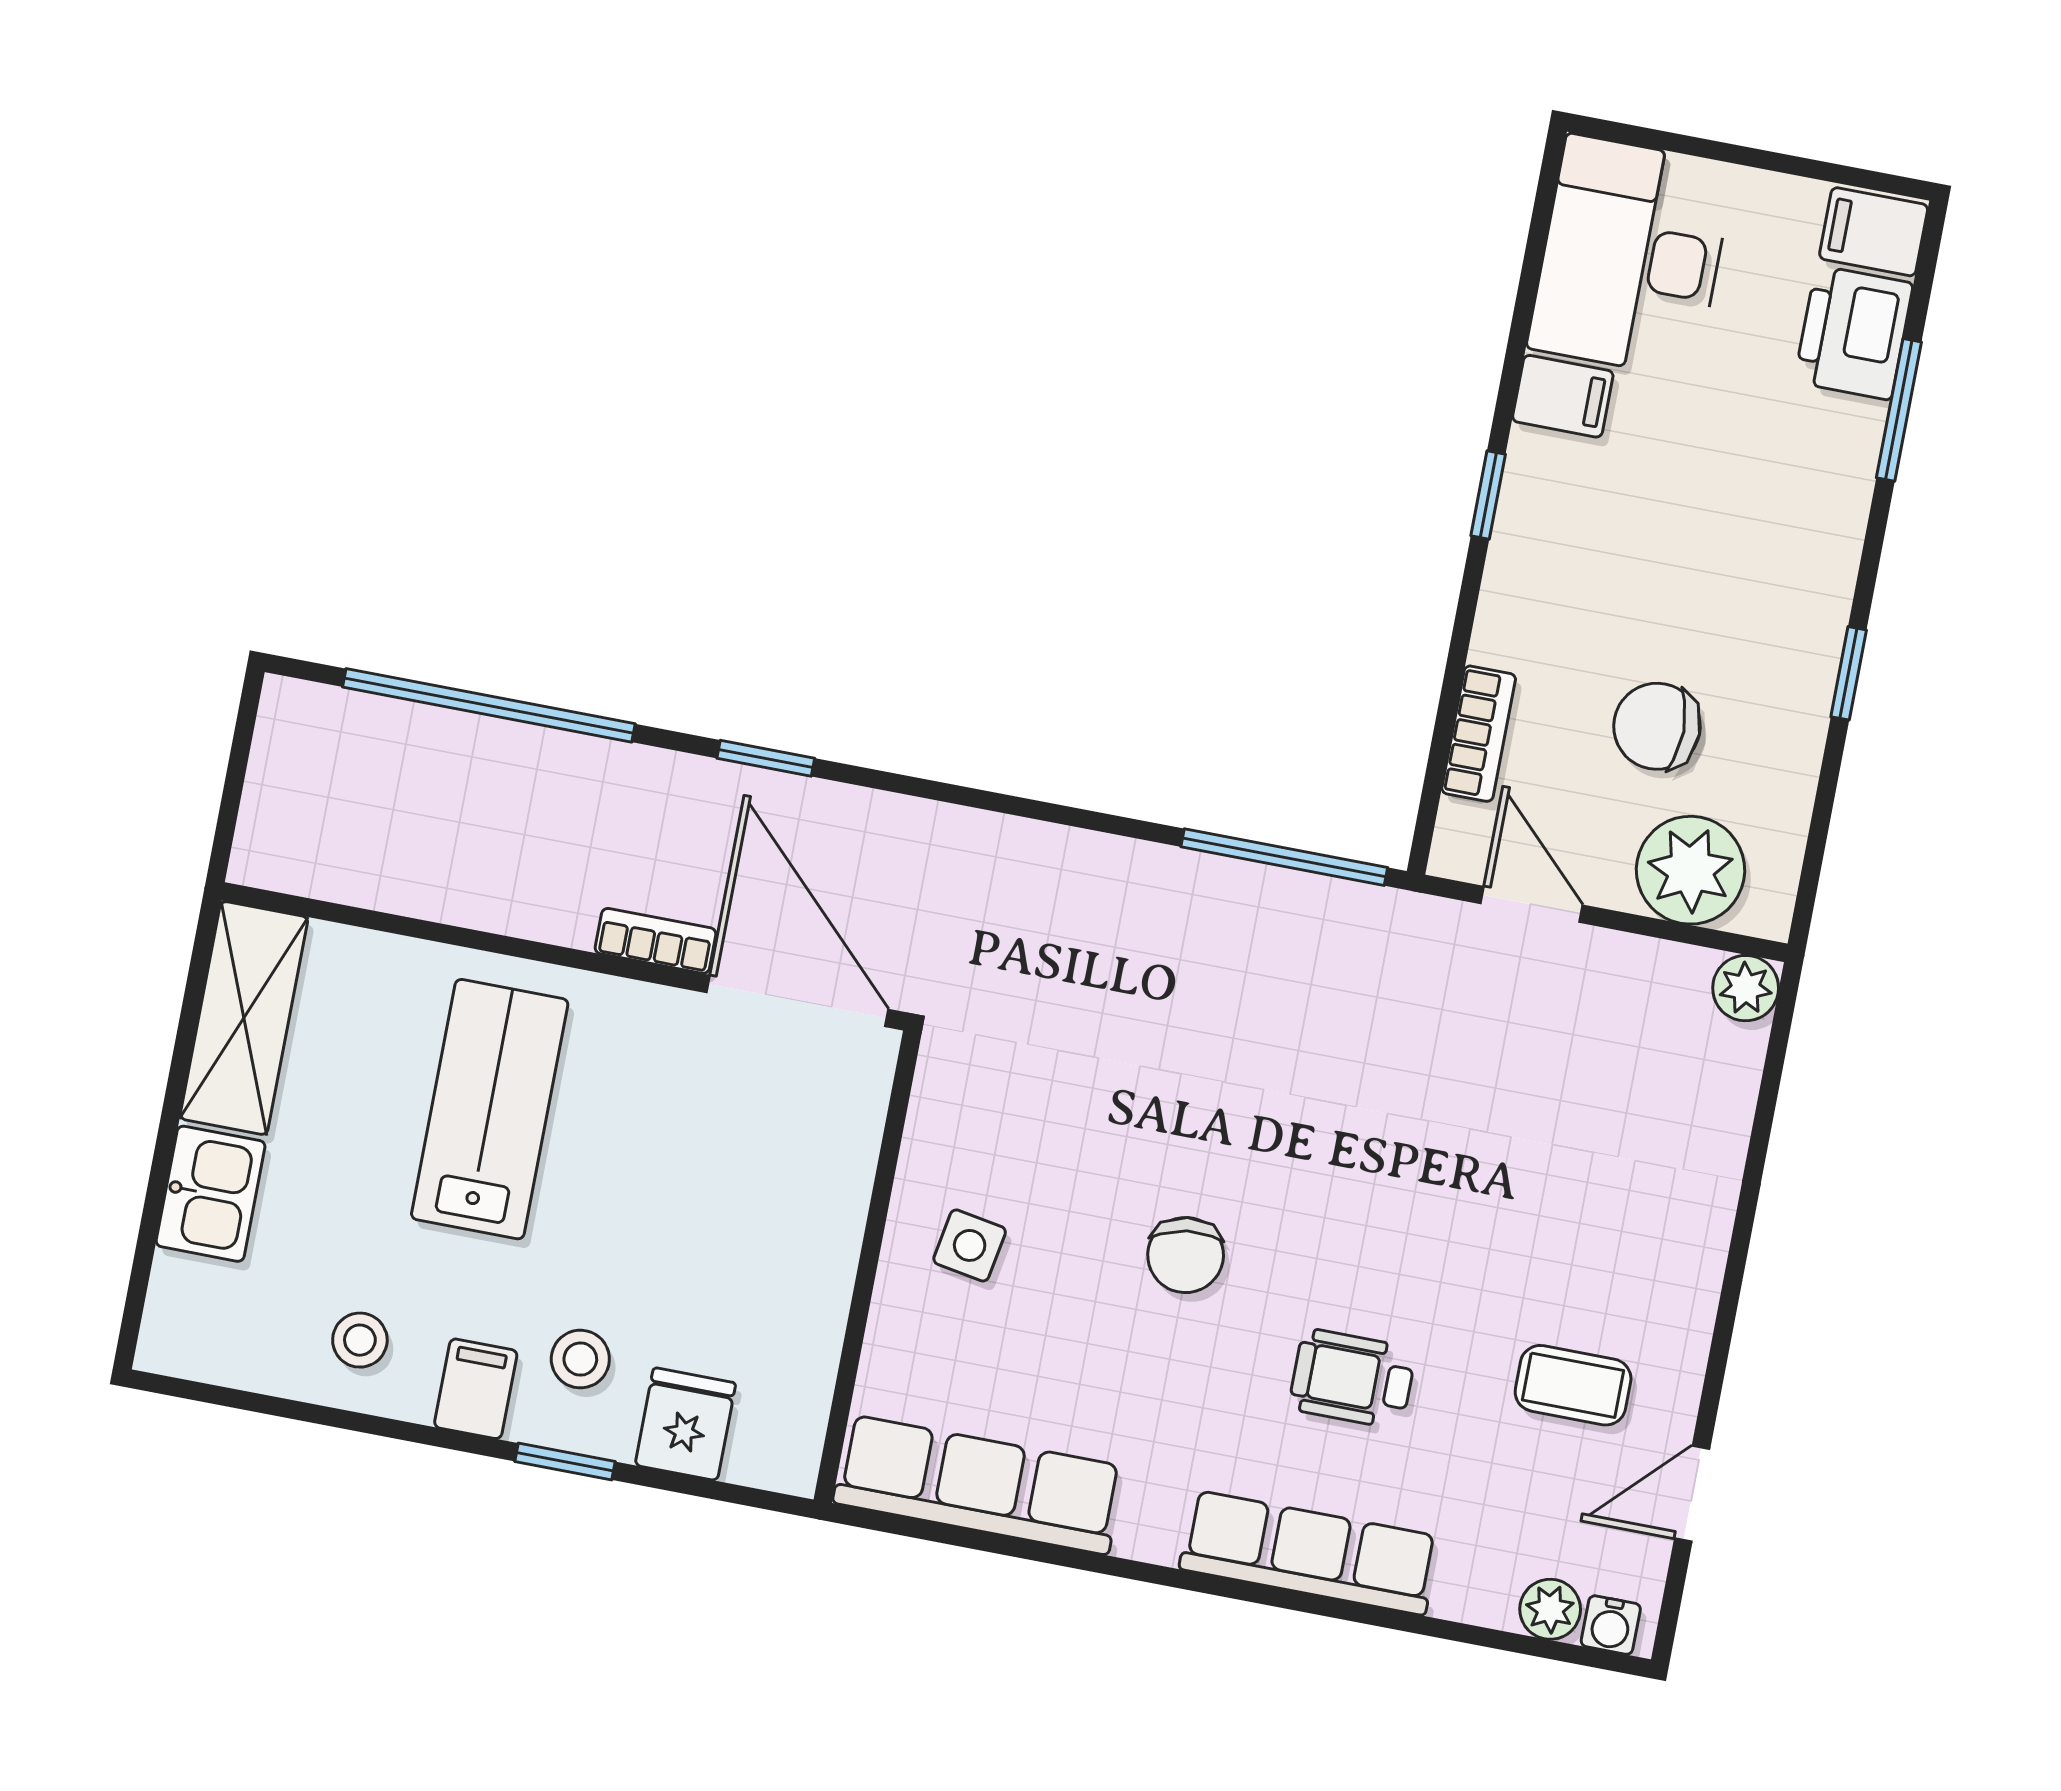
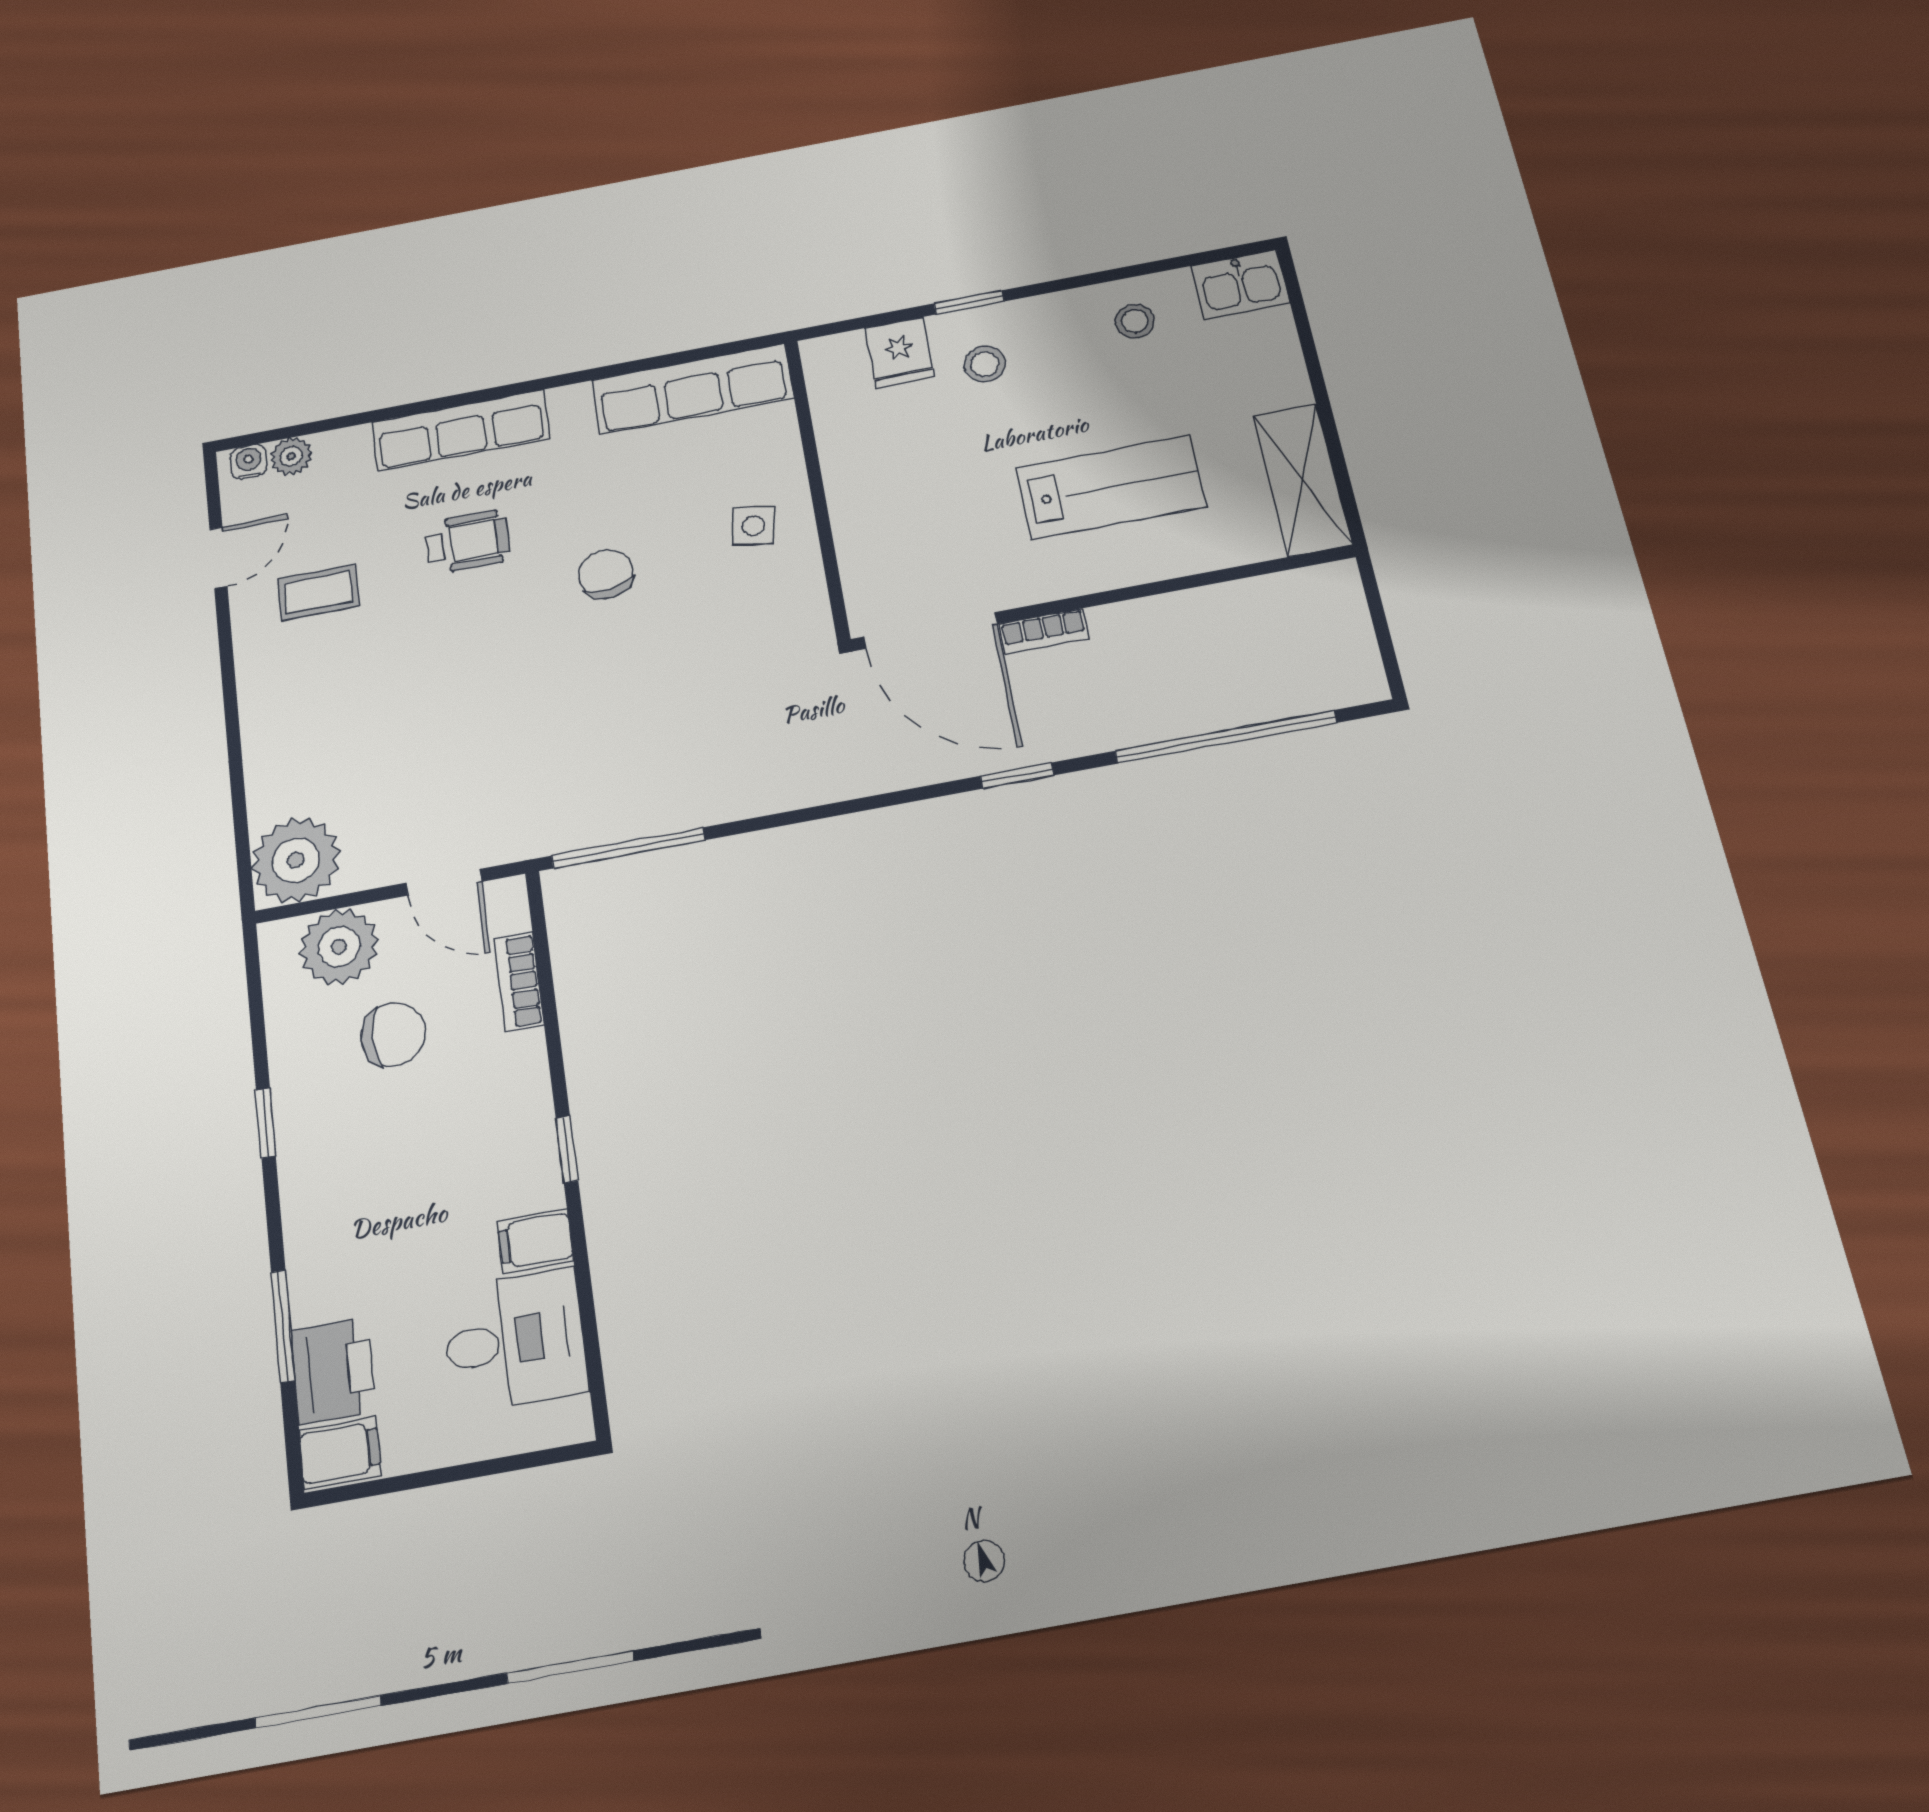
desk: (1631, 256) -> (515, 1341), width x0.73
plant: (1746, 988) -> (296, 860), width x1.87, depth x1.87
lab bench: (490, 1109) -> (1111, 487), turned -90
kitchen sink: (211, 1194) -> (1240, 284), moved, turned -90
filing cabinet: (476, 1389) -> (1046, 322), removed

